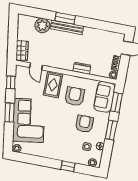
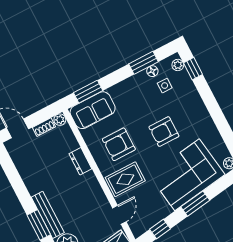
armchair: (84, 124) -> (164, 132), moved
window: (111, 130) -> (143, 63), moved
window: (68, 166) -> (193, 69), moved

